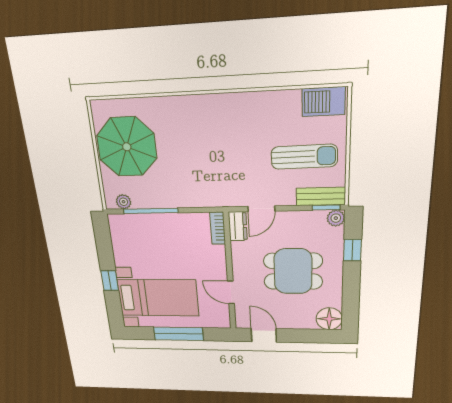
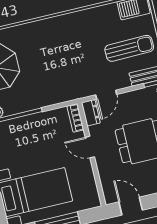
door: (231, 292) -> (90, 147), moved

